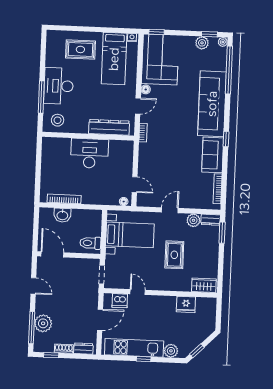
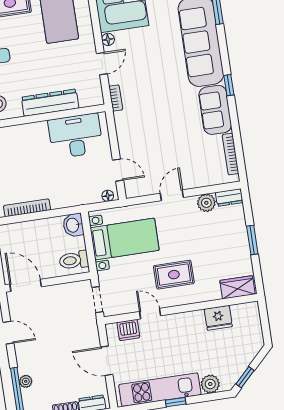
dresser: (109, 127) -> (50, 103), moved
desk: (90, 153) -> (76, 136), moved
washbasin: (62, 215) -> (73, 225), moved, turned 90
window: (222, 233) -> (252, 240), moved
rug: (174, 255) -> (174, 275), moved, turned 90
door: (100, 320) -> (107, 361), swing flipped
plant: (43, 323) -> (26, 381), width x0.53, depth x0.53

